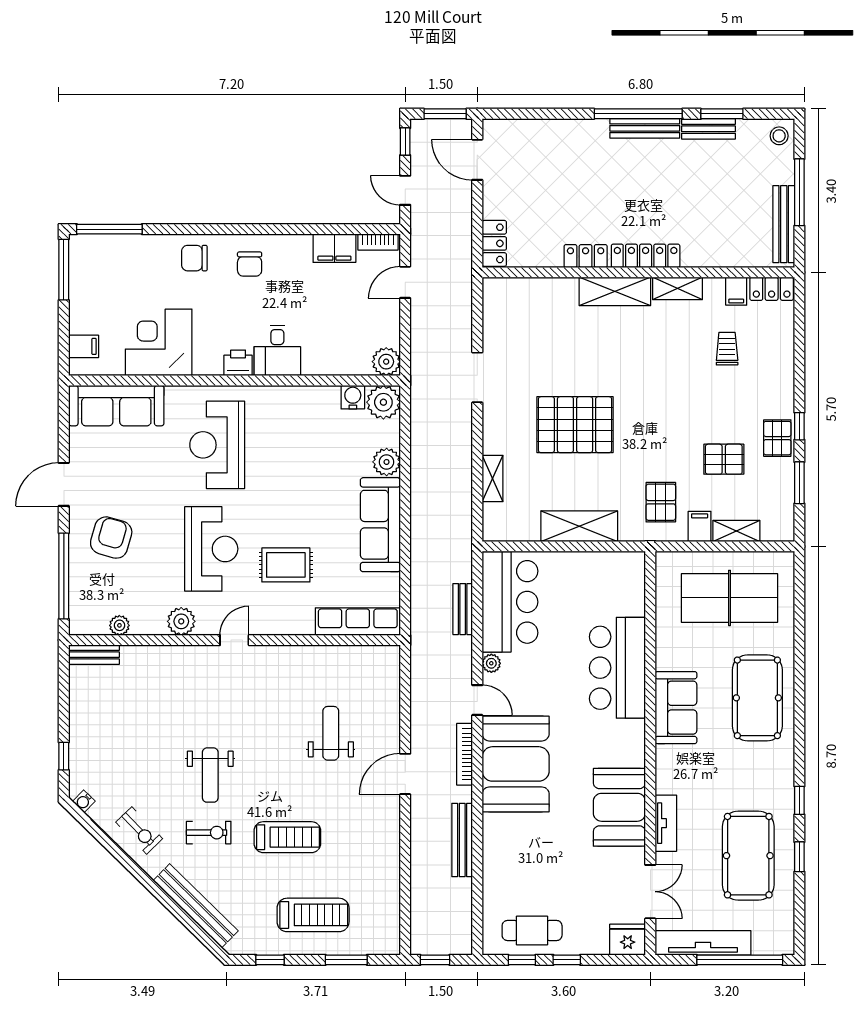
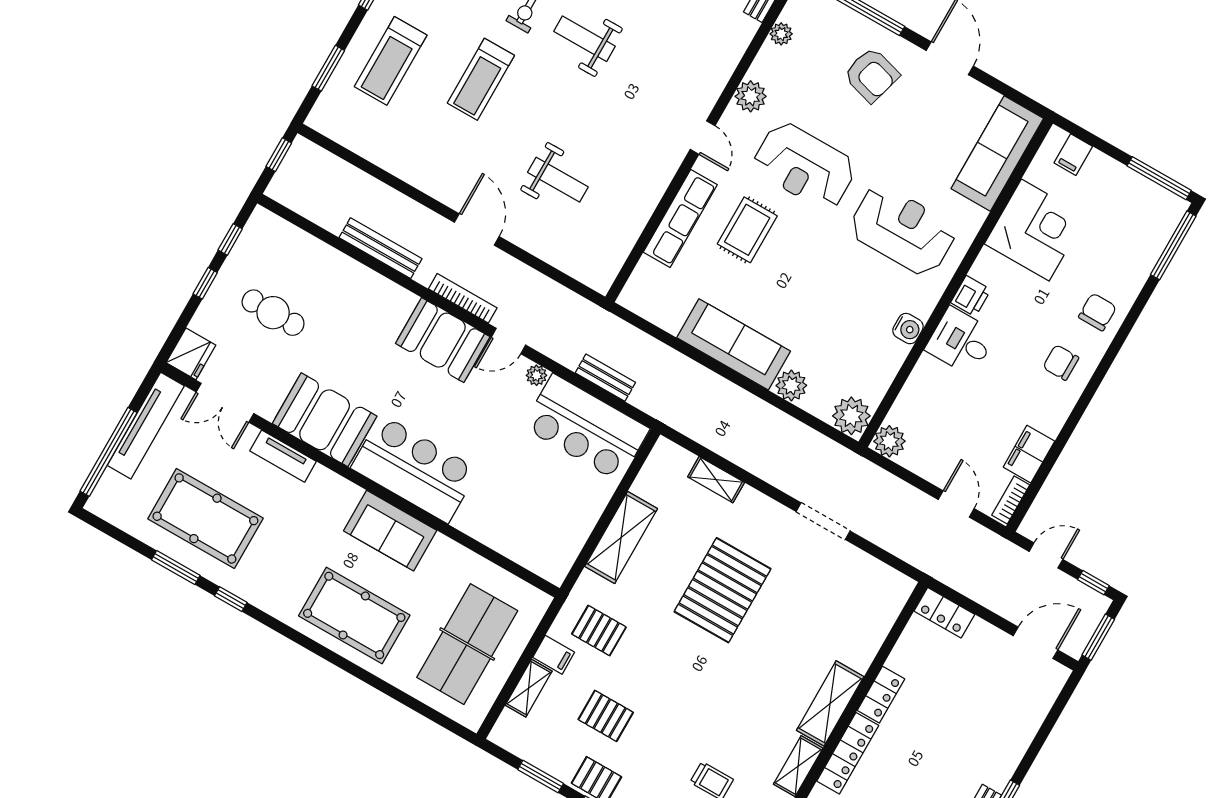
water cooler: (353, 397) -> (908, 329), moved
pallet: (724, 459) -> (606, 716), turned 90
row of seats: (358, 622) -> (680, 218), moved
bar counter: (617, 668) -> (415, 469), moved
booth: (516, 764) -> (443, 340), width x0.73, depth x0.70
window: (799, 857) -> (176, 568), width x1.50
cafe table: (532, 931) -> (273, 313), moved, turned 90

